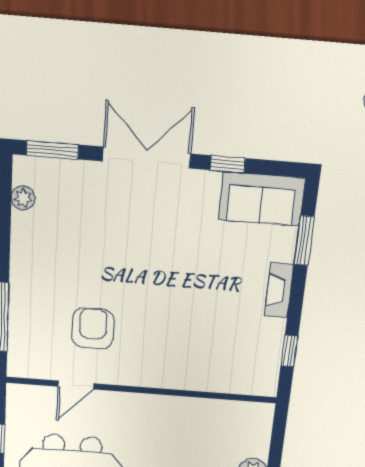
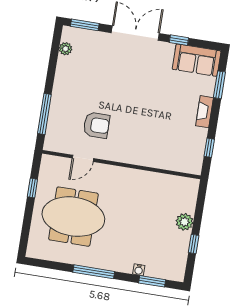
armchair: (93, 329) -> (96, 125), turned 90

